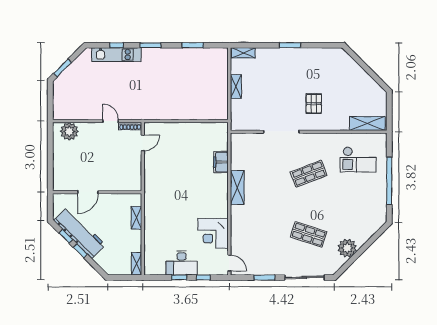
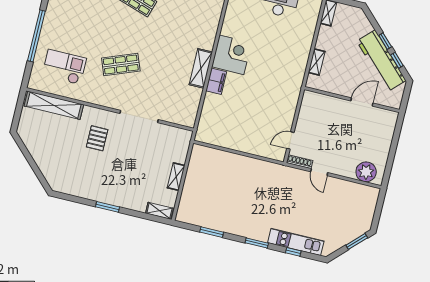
shelving: (367, 123) -> (54, 105), width x1.47
filing cabinet: (221, 162) -> (216, 81), moved
corner desk: (213, 233) -> (232, 55), moved

